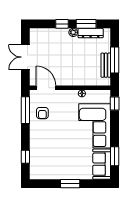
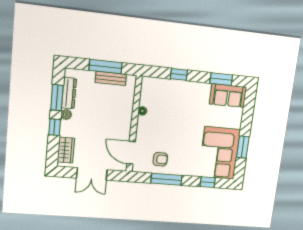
wardrobe: (44, 34) -> (66, 150), added
door: (46, 88) -> (131, 153), hinge flipped
window: (115, 103) -> (179, 74), moved
window: (25, 110) -> (166, 179), moved
corner sofa: (95, 126) -> (219, 153), moved, turned 90
window: (70, 184) -> (243, 147), moved

